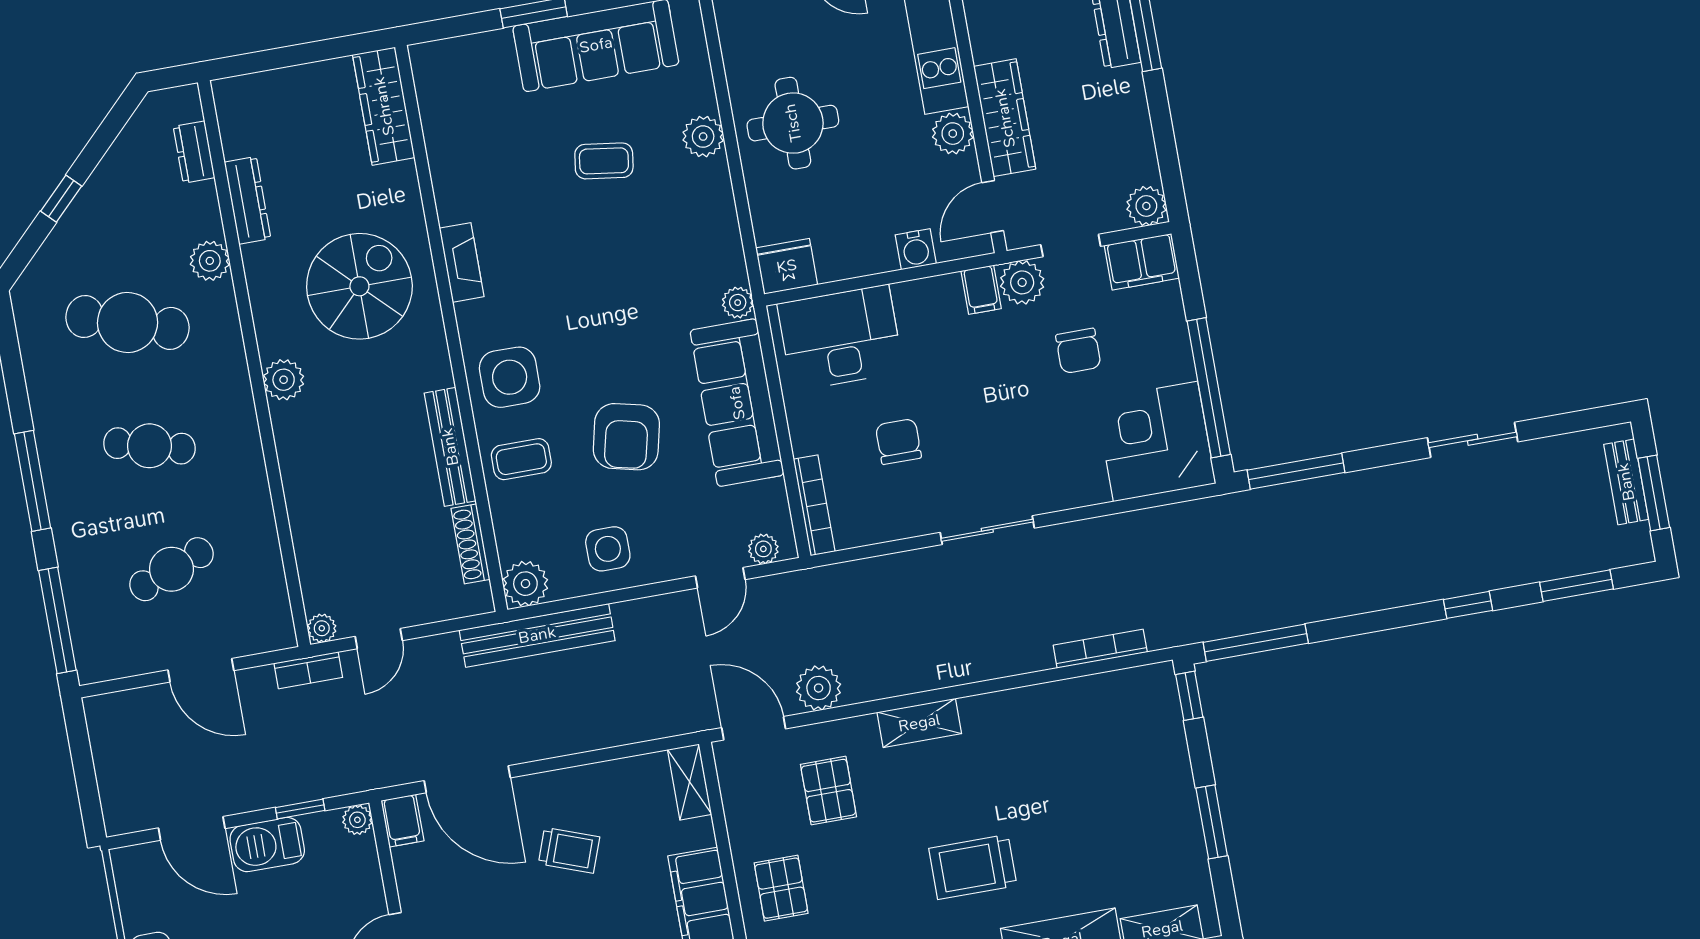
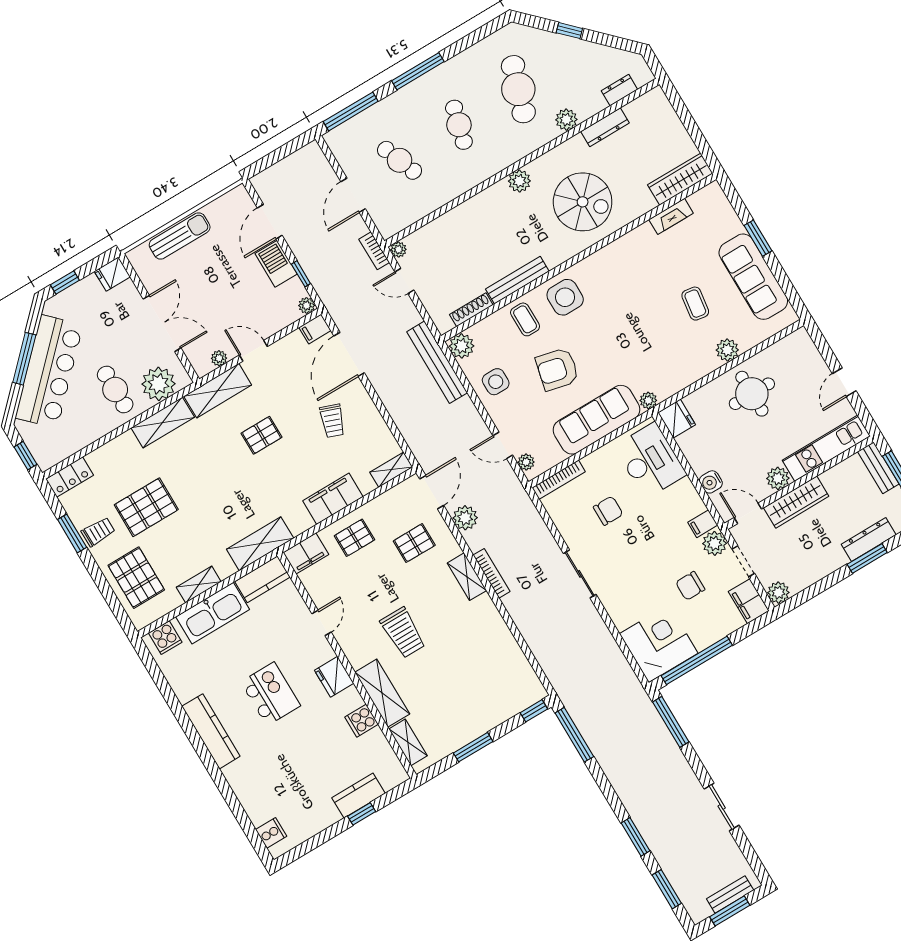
fireplace: (462, 262) -> (671, 216), moved
window: (1468, 605) -> (635, 837), width x1.50
bookcase: (1100, 649) -> (491, 573), moved
trolley: (973, 867) -> (403, 633), turned 180

